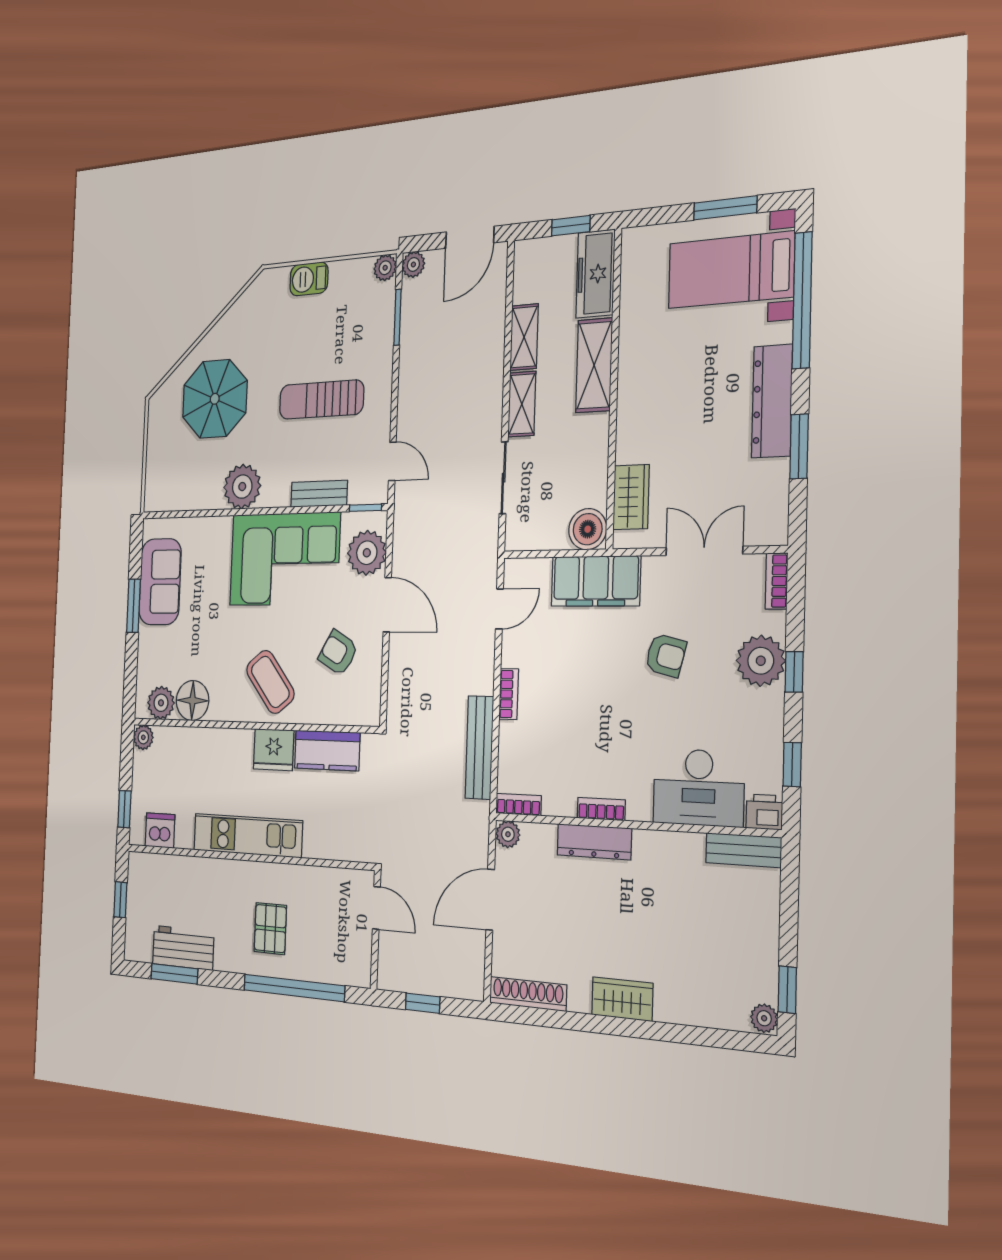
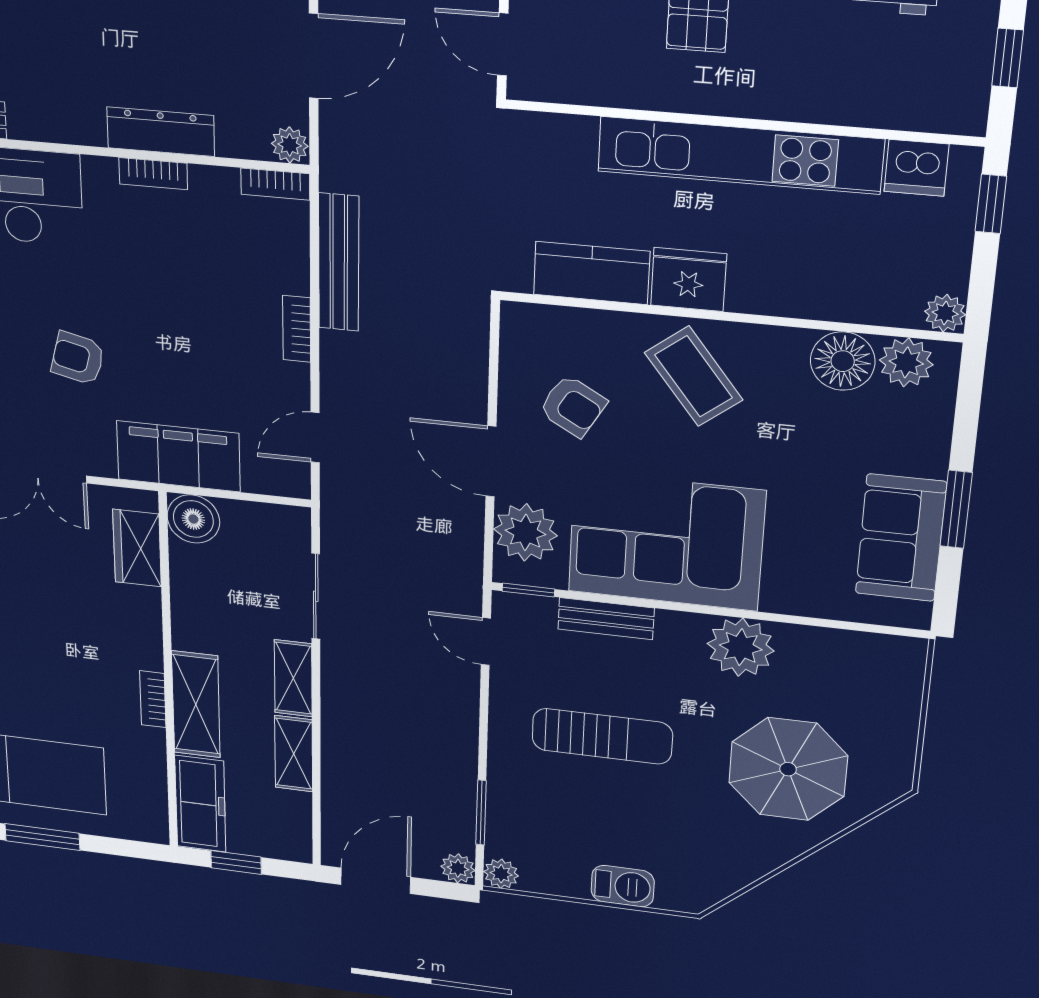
bookcase: (627, 363) -> (153, 699), added
kitchen unit: (248, 835) -> (740, 155), width x1.36

